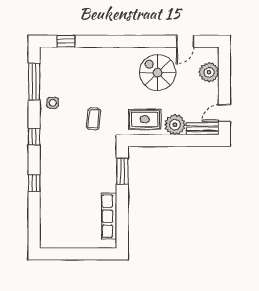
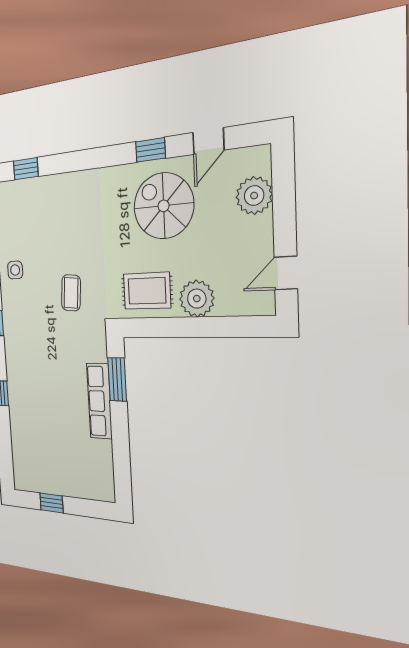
window: (151, 41) -> (150, 150), added
bench: (203, 129) -> (246, 305), removed
row of seats: (109, 216) -> (99, 401), moved
window: (69, 254) -> (51, 503), added

